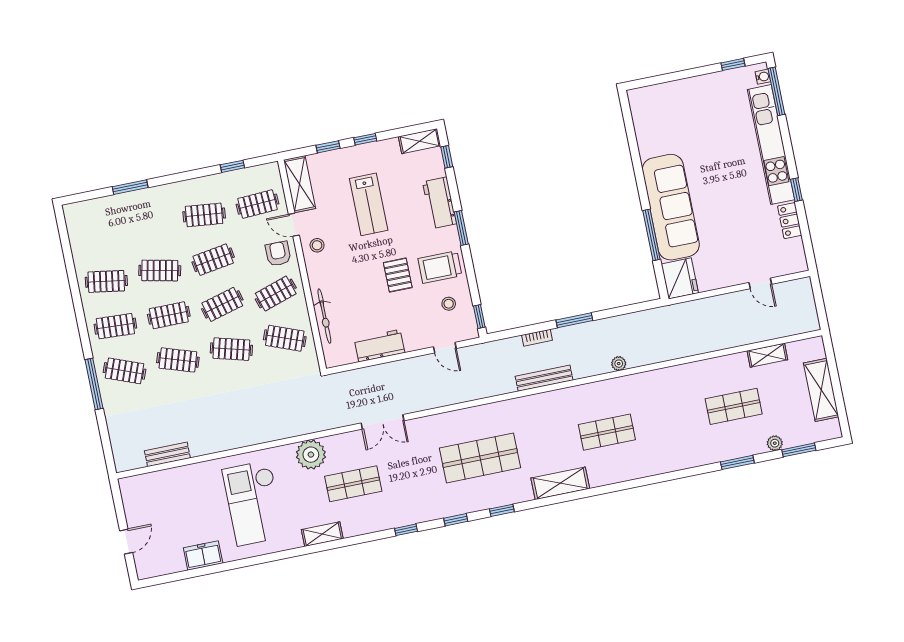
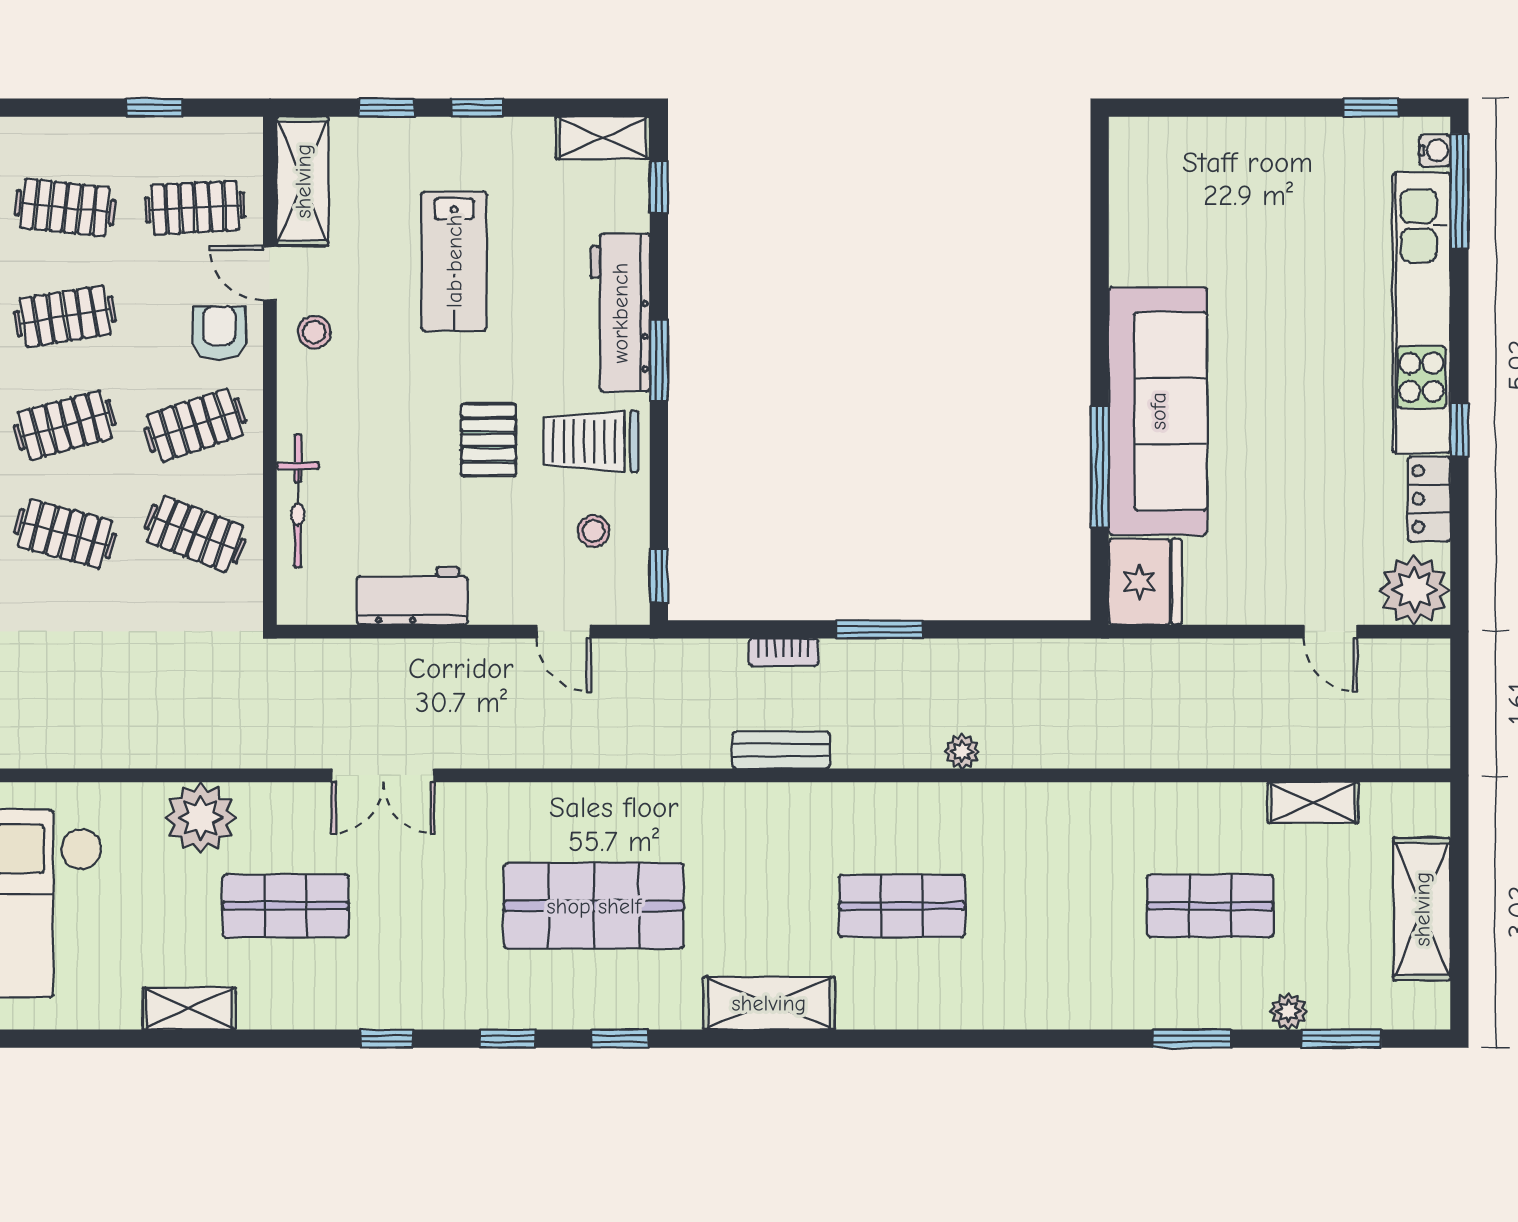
workbench: (439, 203) -> (620, 313), width x1.37
plant: (791, 259) -> (1414, 590), added
bench: (544, 378) -> (781, 750), width x0.73

